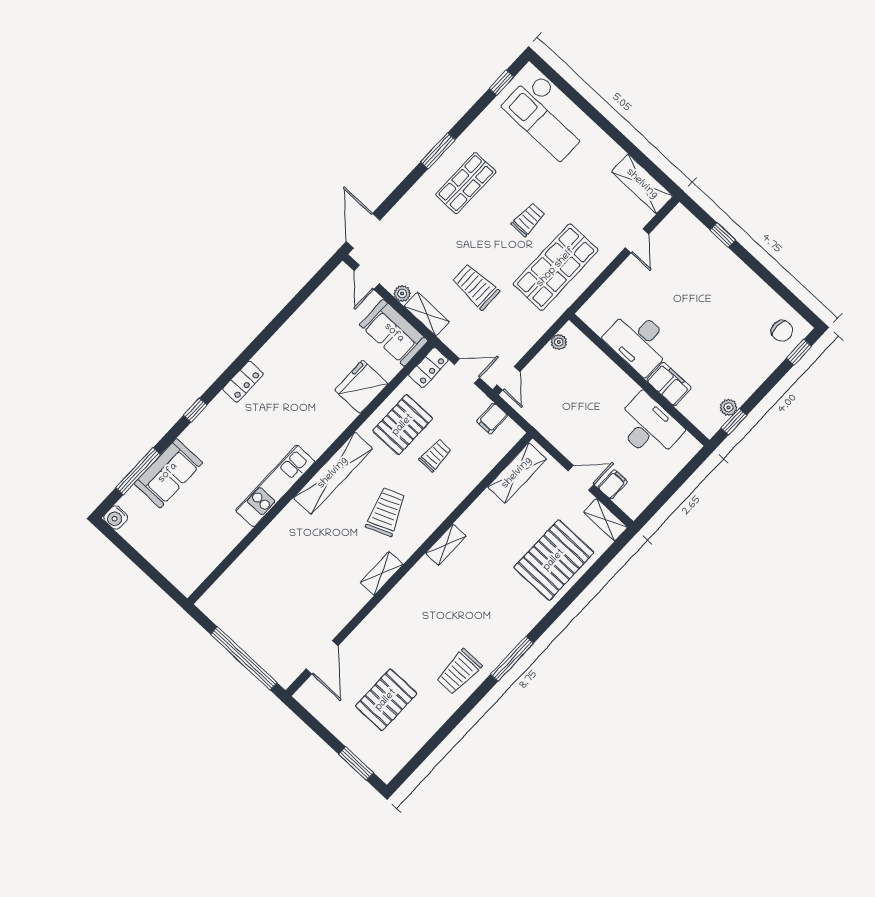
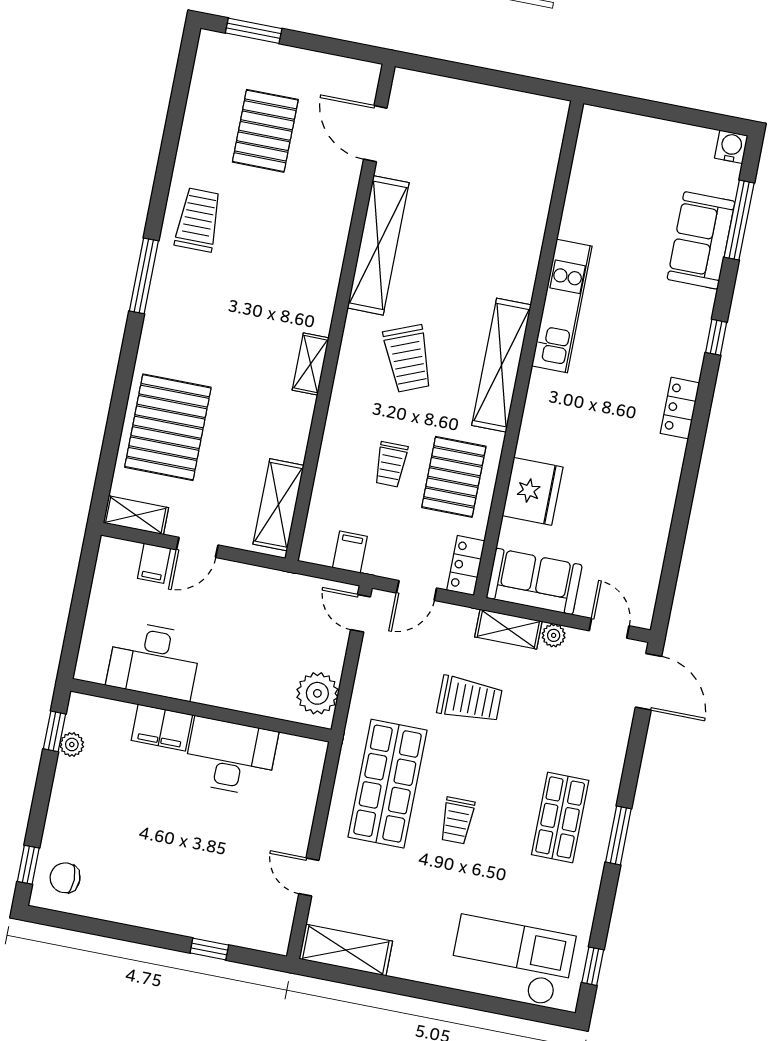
plant: (559, 342) -> (317, 693), width x1.88, depth x1.88
shelving: (382, 573) -> (378, 245), width x2.20, depth x1.33
window: (244, 658) -> (469, 73), removed

